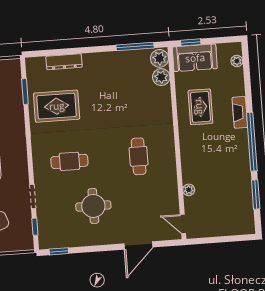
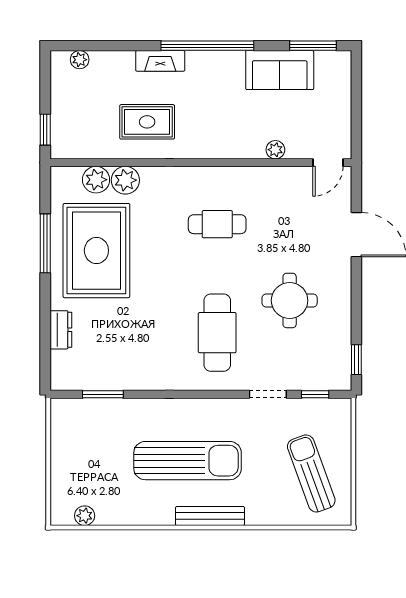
window: (135, 46) -> (45, 243), moved
plant: (160, 58) -> (125, 180), moved
sofa: (195, 58) -> (280, 70), moved, turned 90
dresser: (64, 62) -> (61, 330), width x0.70
rug: (57, 106) -> (96, 251), moved, width x1.37, depth x1.44
cafe table: (69, 161) -> (217, 333), width x1.37, depth x1.35
window: (256, 195) -> (313, 46), moved

